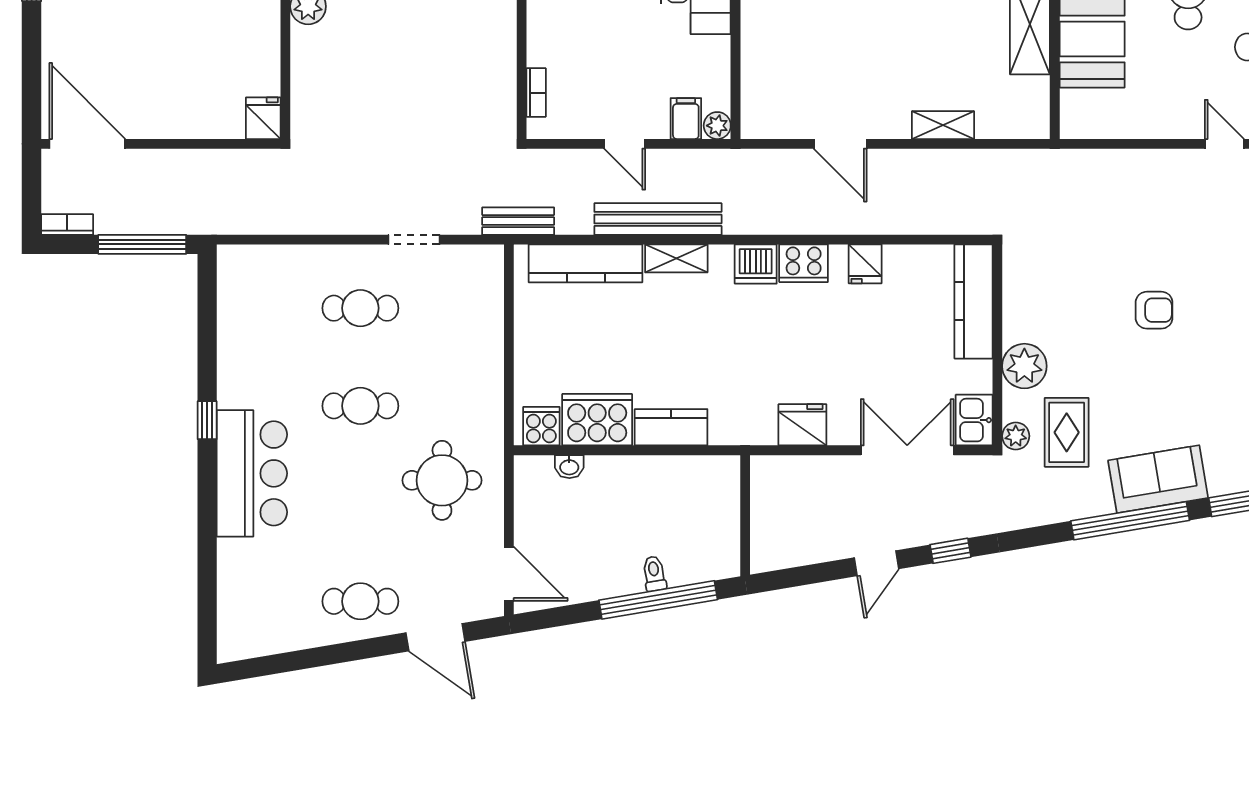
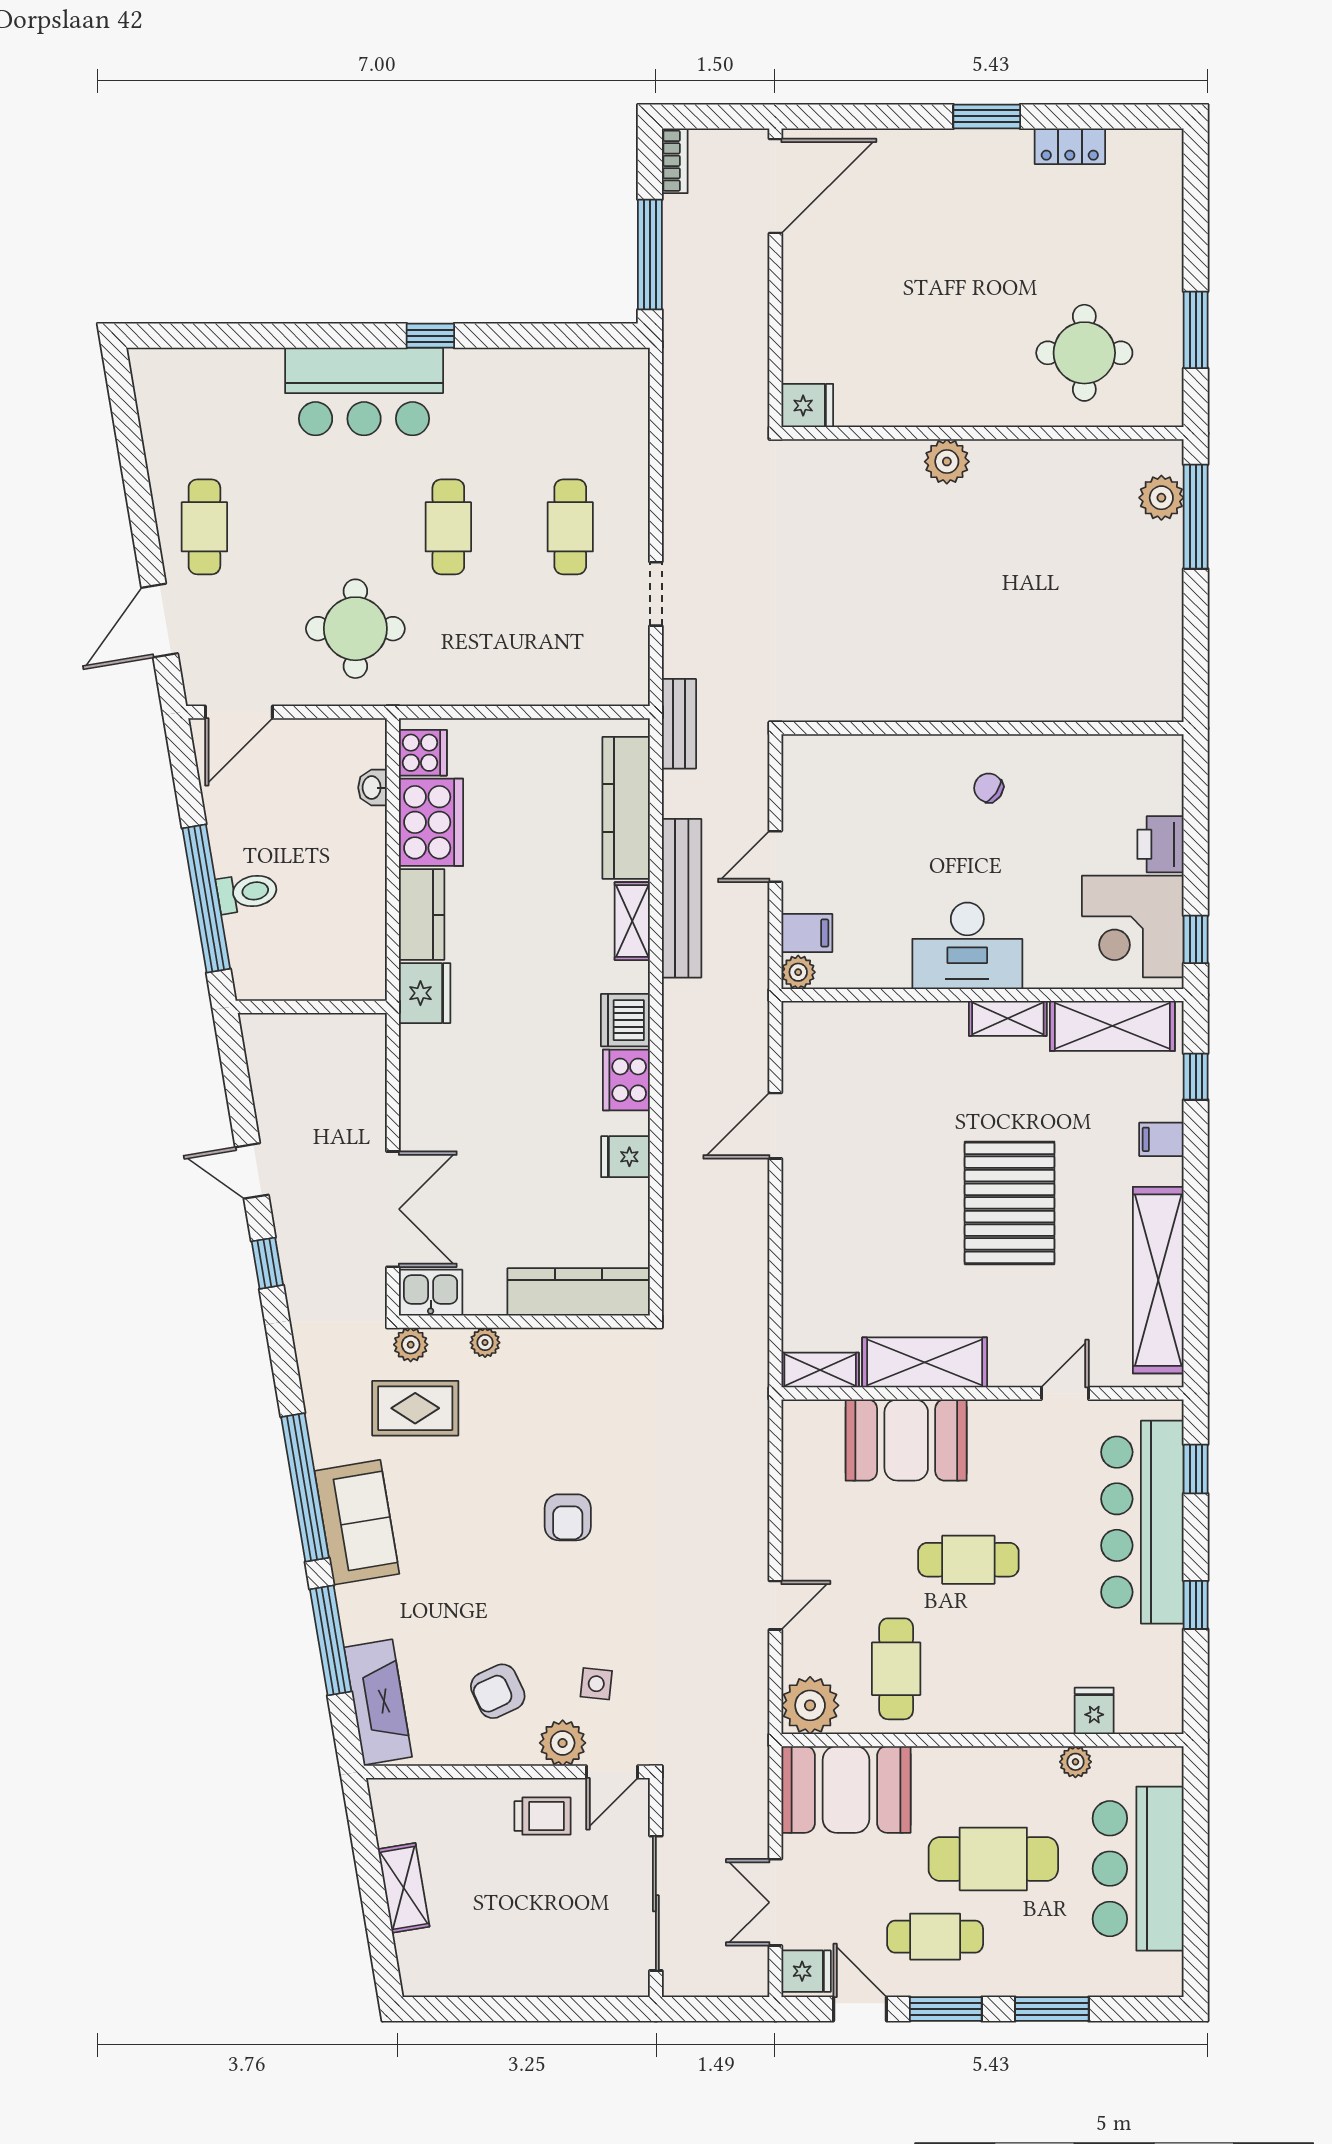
bookcase: (536, 93) -> (839, 746), removed
shelving: (943, 125) -> (820, 1370), moved, turned 90
plant: (1024, 366) -> (485, 1343), width x0.53, depth x0.53
fridge: (802, 425) -> (425, 993), moved
toilet: (654, 574) -> (247, 892), width x1.37, depth x1.39

